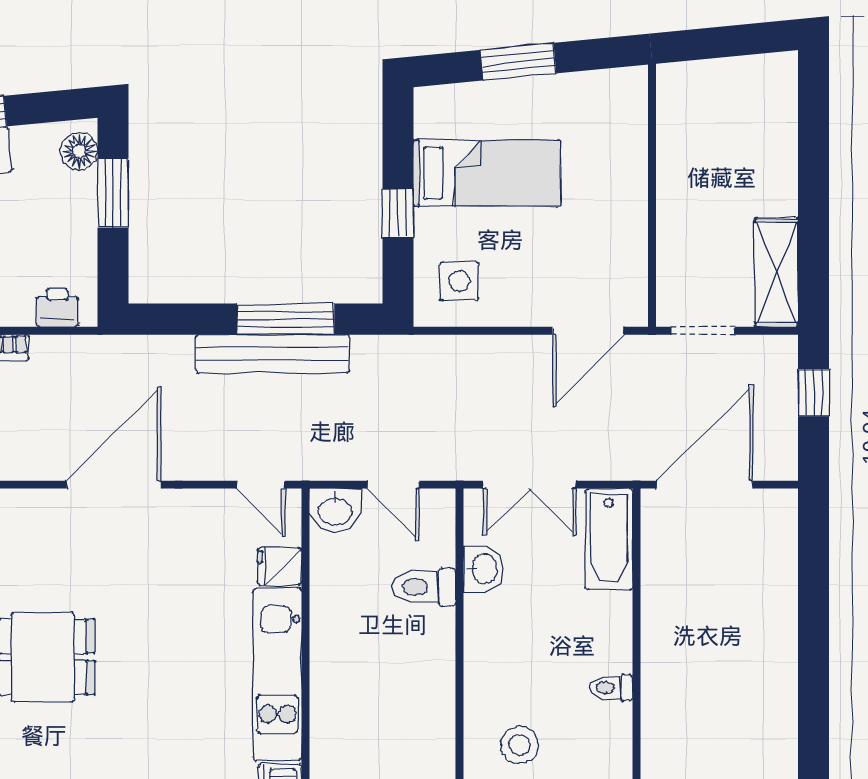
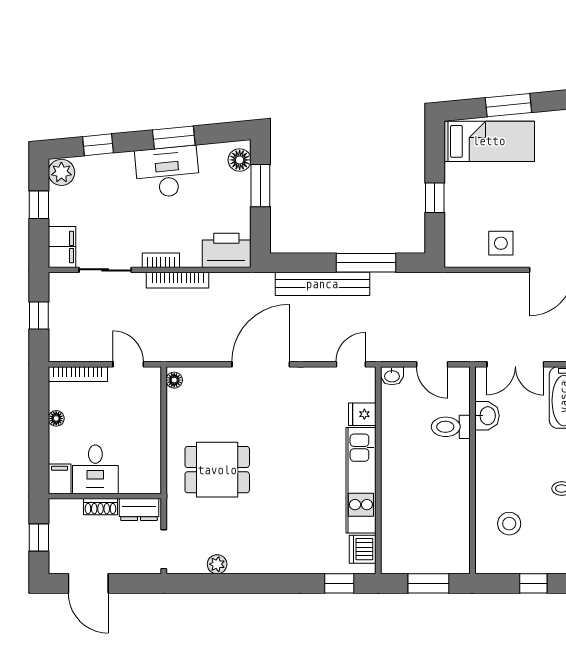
bed: (487, 173) -> (489, 141), moved
side table: (459, 281) -> (501, 243), moved
printer: (57, 308) -> (226, 250), width x1.87, depth x1.48
bench: (272, 354) -> (322, 284), moved
door: (261, 485) -> (351, 364), swing flipped
washbasin: (335, 510) -> (392, 376), width x0.72, depth x0.69

